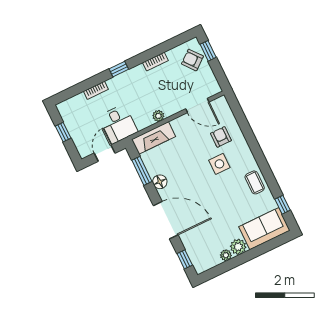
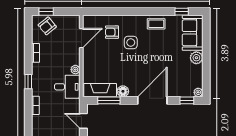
desk: (118, 124) -> (67, 87), moved
fireplace: (154, 138) -> (100, 90), moved, turned -90
plant: (226, 255) -> (198, 92), moved

